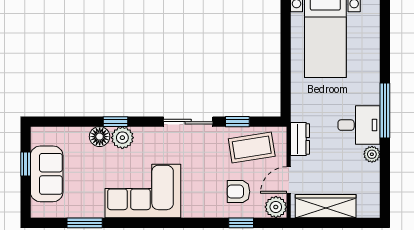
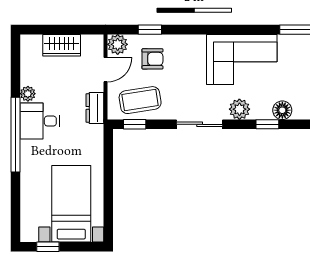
window: (385, 110) -> (15, 135), width x1.46
window: (237, 122) -> (135, 124), moved
plant: (122, 138) -> (239, 109), moved
wardrobe: (326, 206) -> (62, 45), width x0.67

